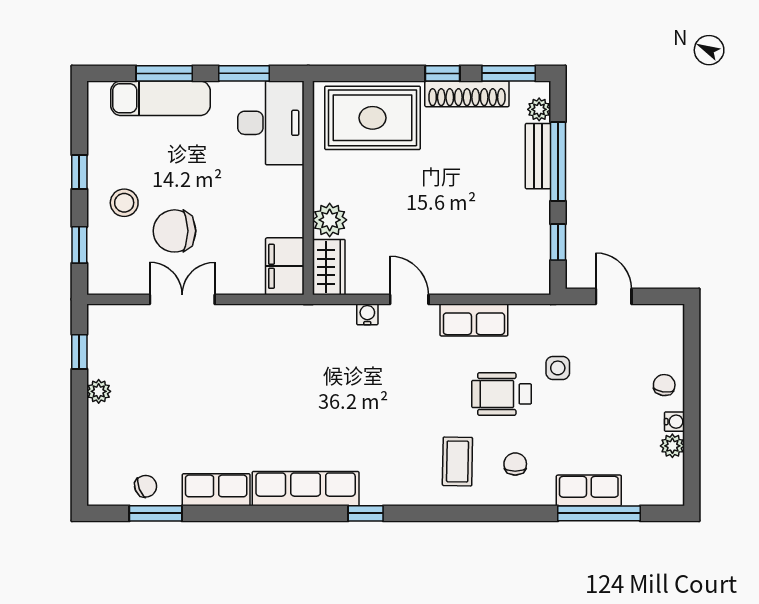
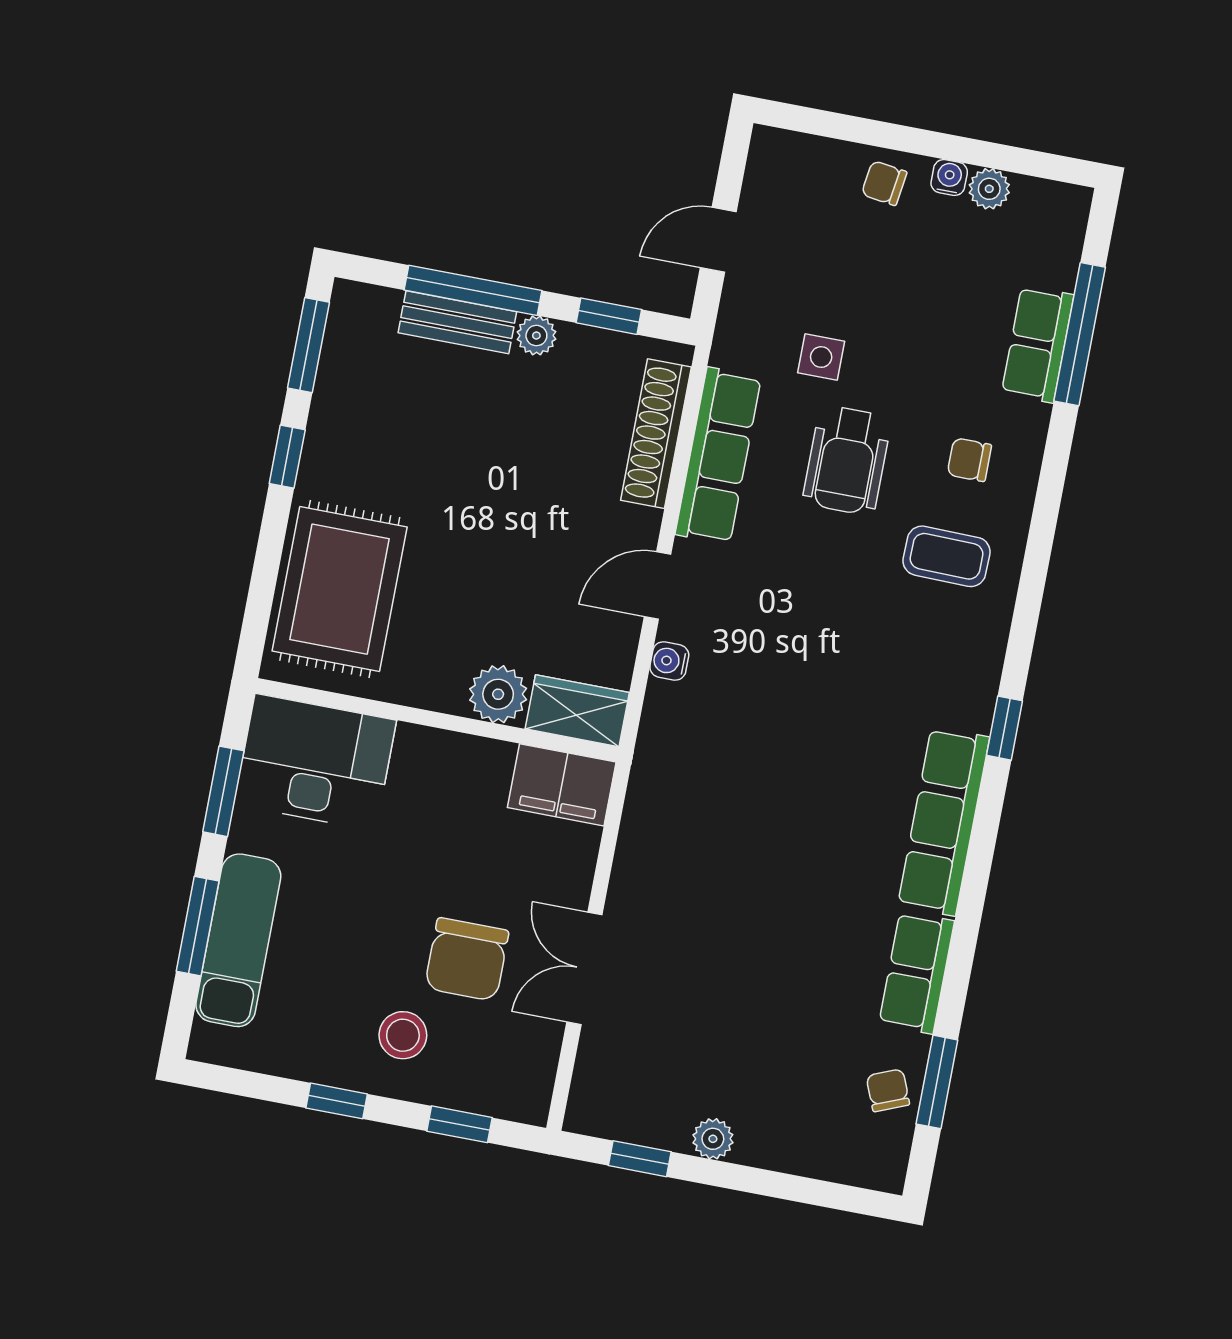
shoe rack: (467, 94) -> (656, 434), moved, turned 180
plant: (539, 109) -> (536, 336), moved
row of seats: (474, 320) -> (718, 456), width x1.48

